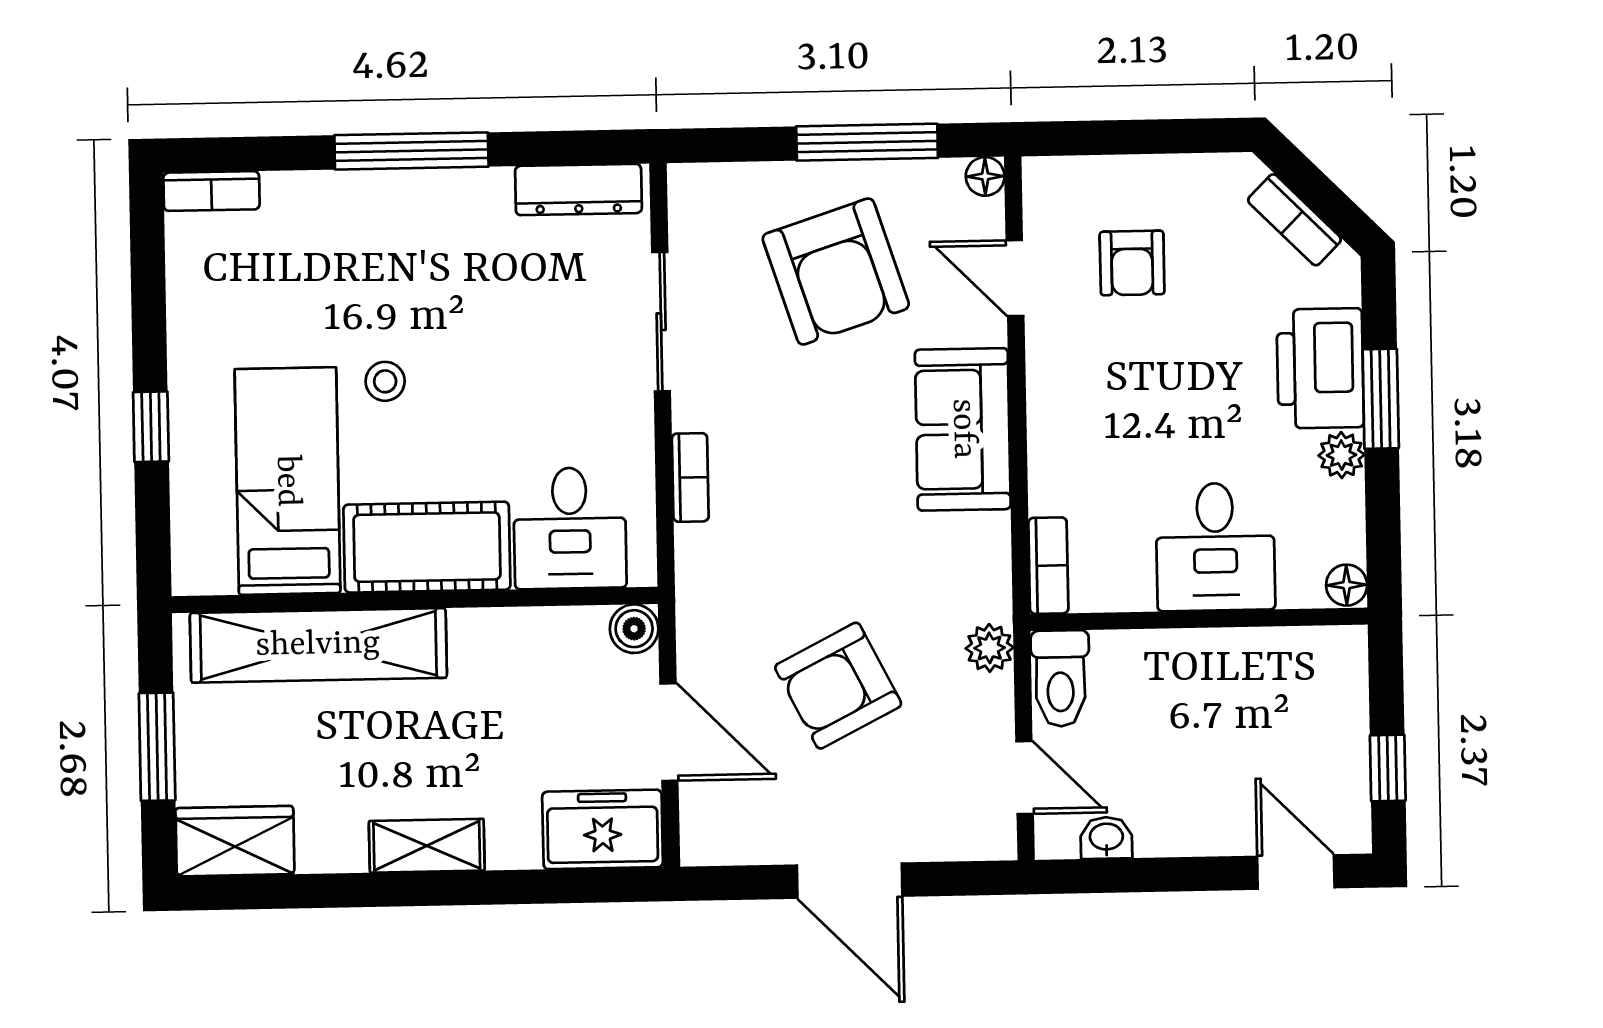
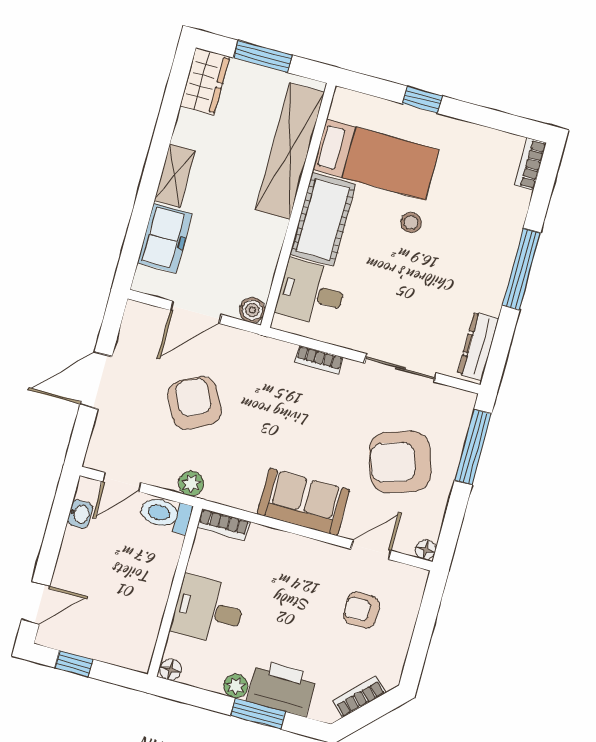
window: (867, 142) -> (473, 447), moved
freezer: (603, 829) -> (165, 238), moved

